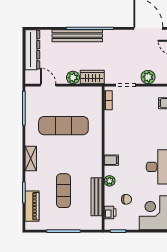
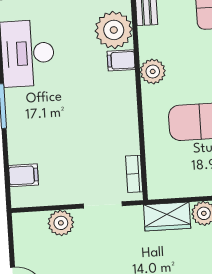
plant: (95, 153) -> (153, 71), added
plant: (110, 181) -> (114, 30), width x1.88, depth x1.88

